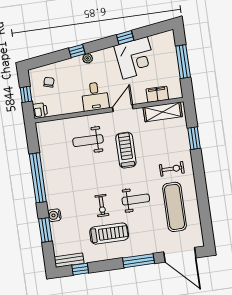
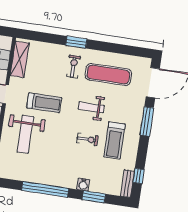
window: (194, 138) -> (76, 42), moved
weight bench: (88, 141) -> (25, 134), width x1.36, depth x1.33
treadmill: (126, 150) -> (44, 103), turned 180
weight bench: (136, 199) -> (91, 107), turned -90
treadmill: (109, 234) -> (114, 140), turned 180

